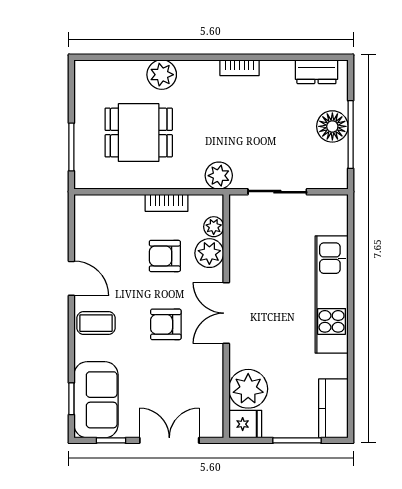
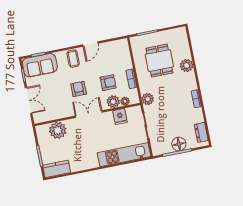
armchair: (165, 256) -> (108, 83), turned 90
kitchen unit: (332, 294) -> (124, 155), moved
fridge: (245, 424) -> (120, 117), moved

